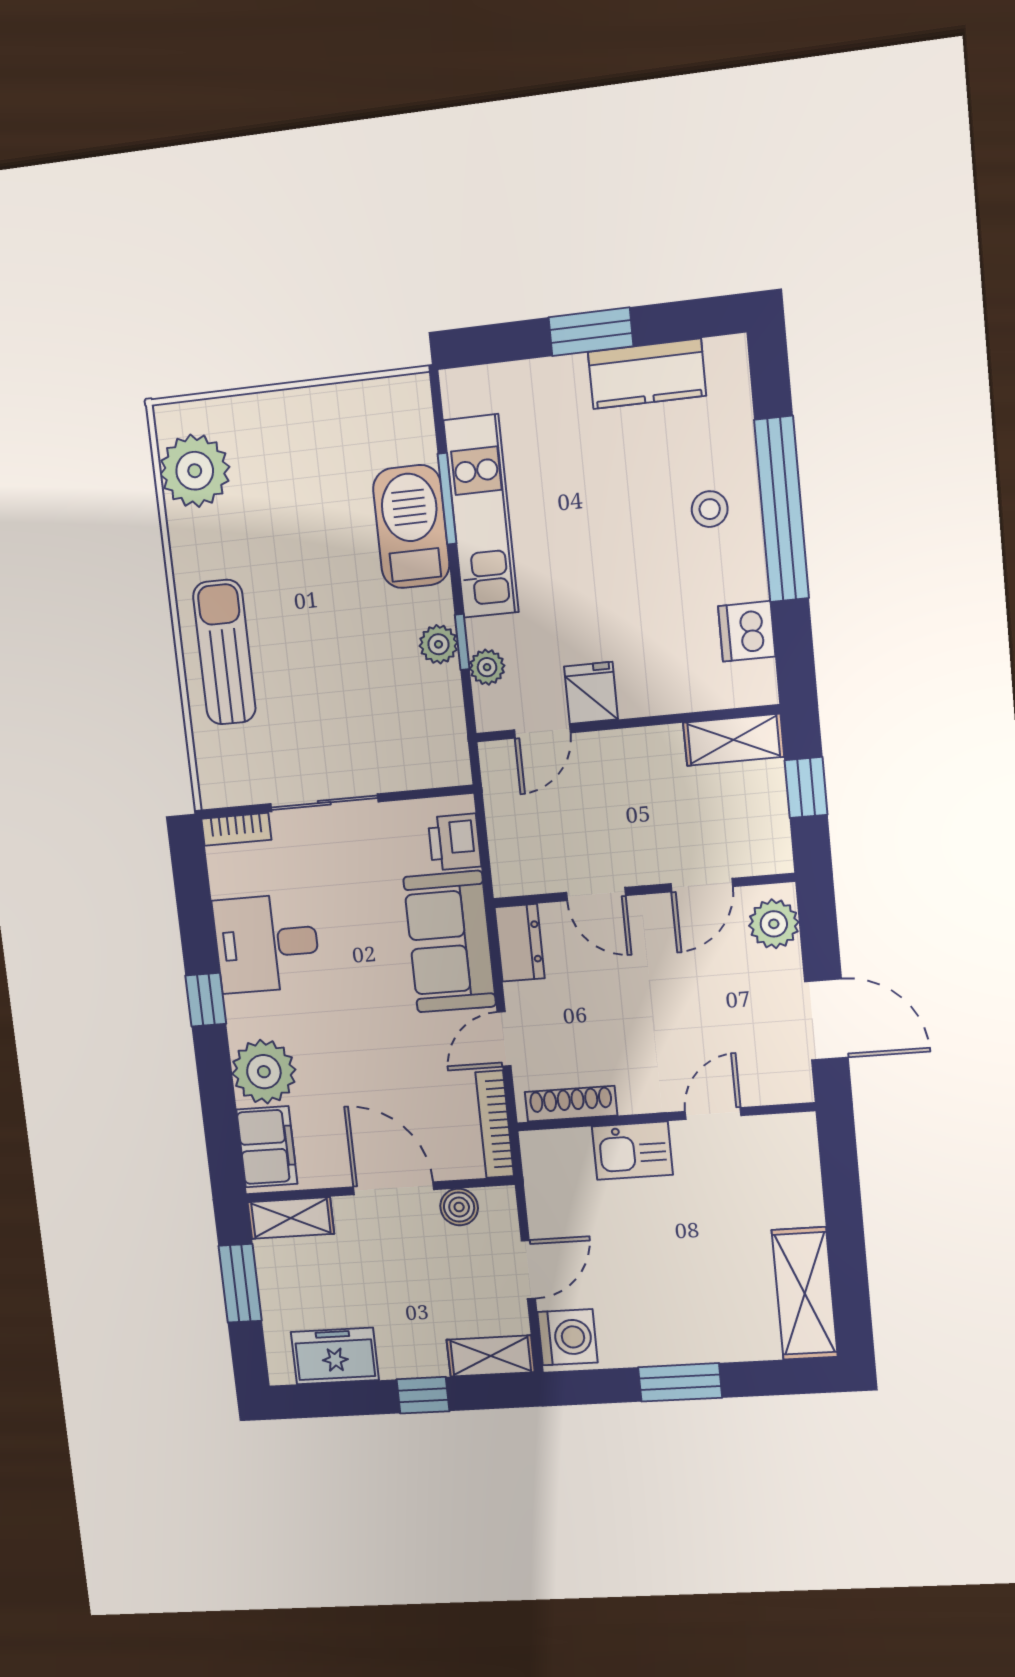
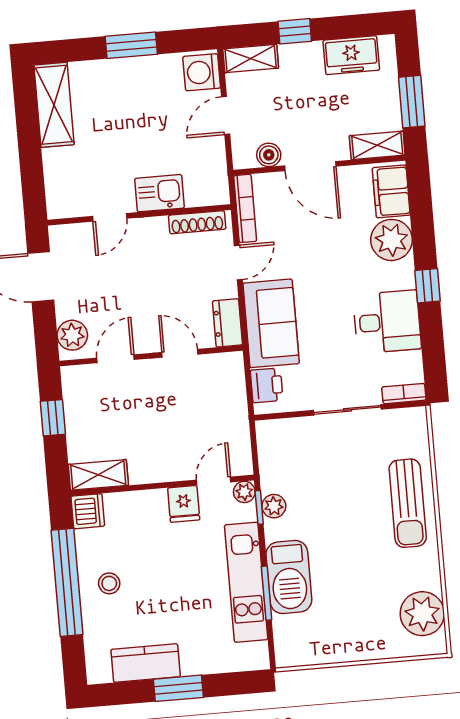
fridge: (591, 693) -> (184, 504), moved
wall: (627, 723) -> (162, 485), moved
door: (542, 731) -> (214, 481), moved
shelving: (734, 740) -> (98, 475), moved

